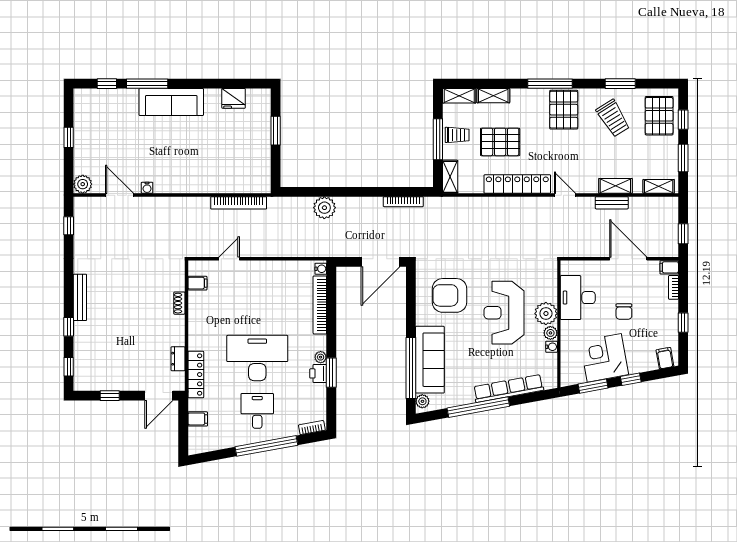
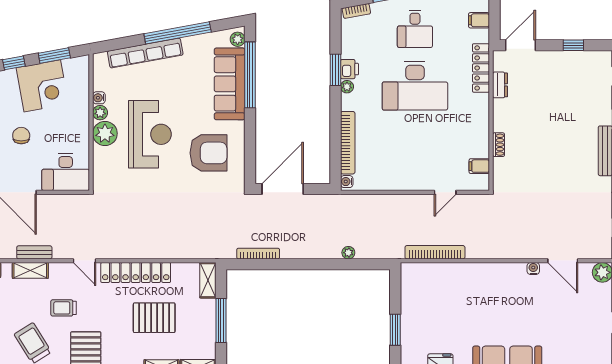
trolley: (457, 135) -> (64, 308), moved
plant: (324, 208) -> (348, 253), width x0.53, depth x0.53
desk: (578, 298) -> (66, 172), moved, turned 90

